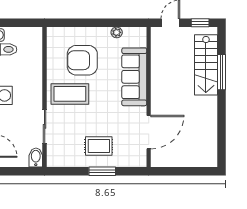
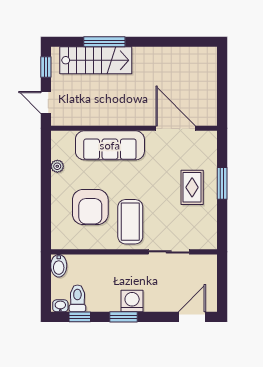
bidet: (36, 158) -> (59, 266), moved, turned -90

